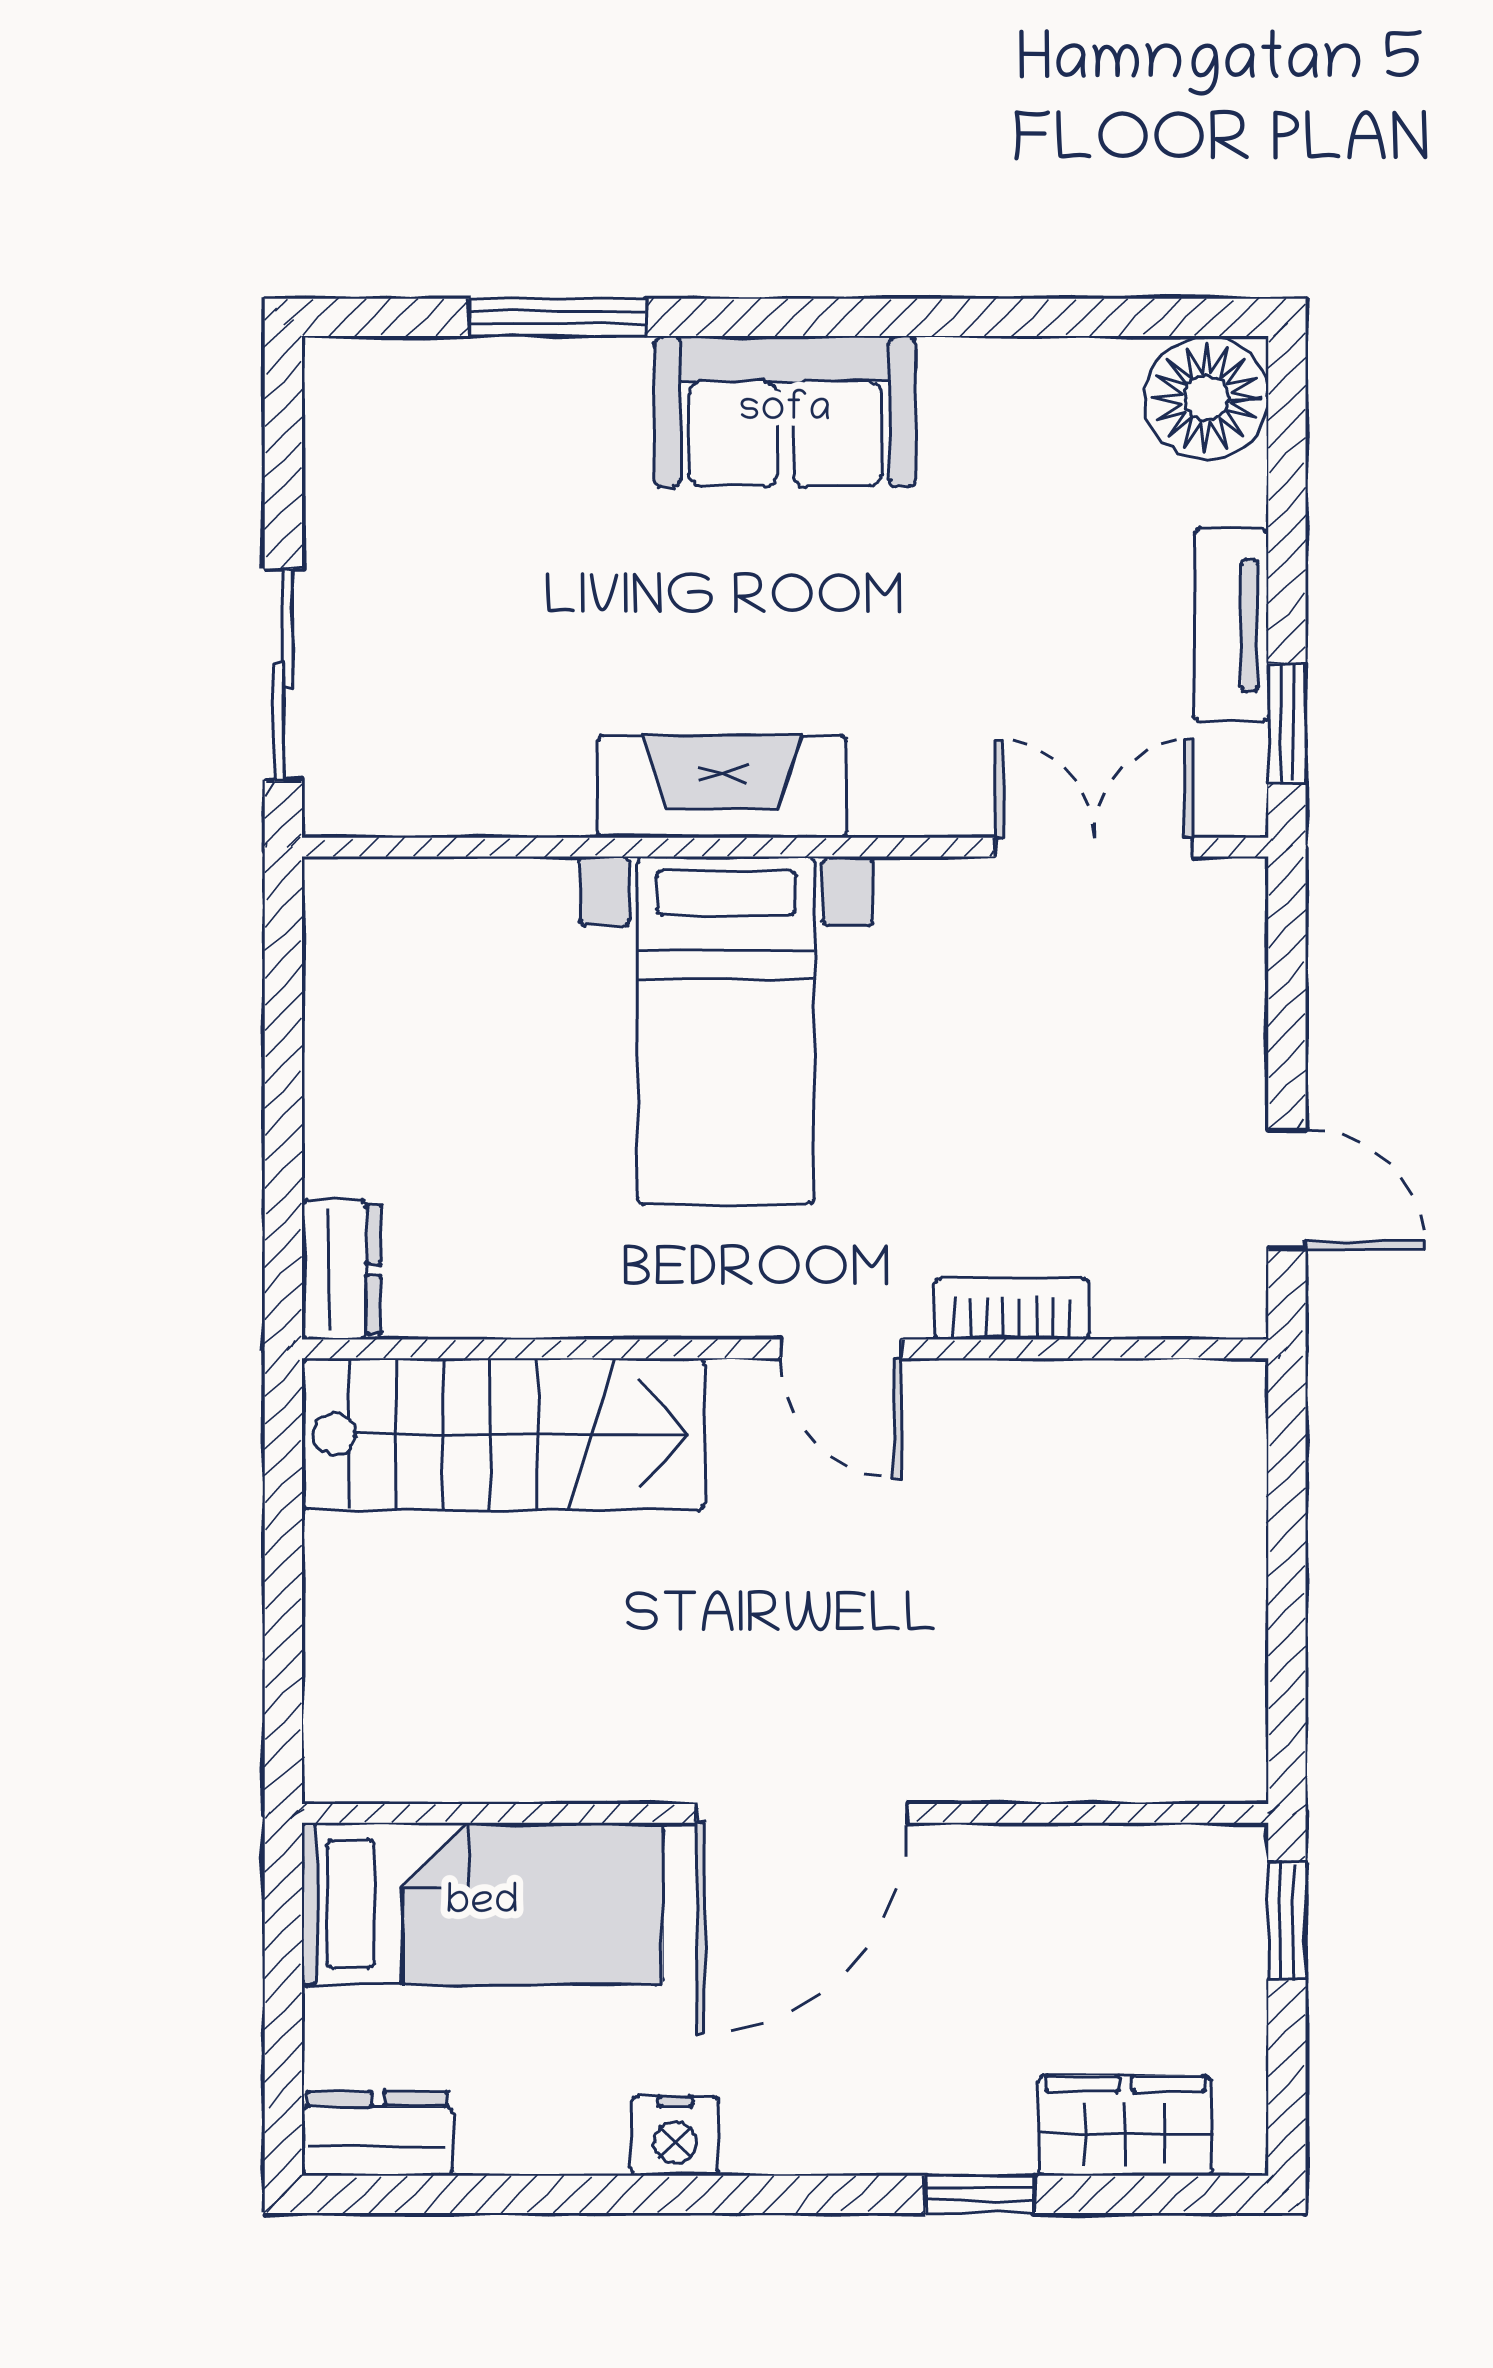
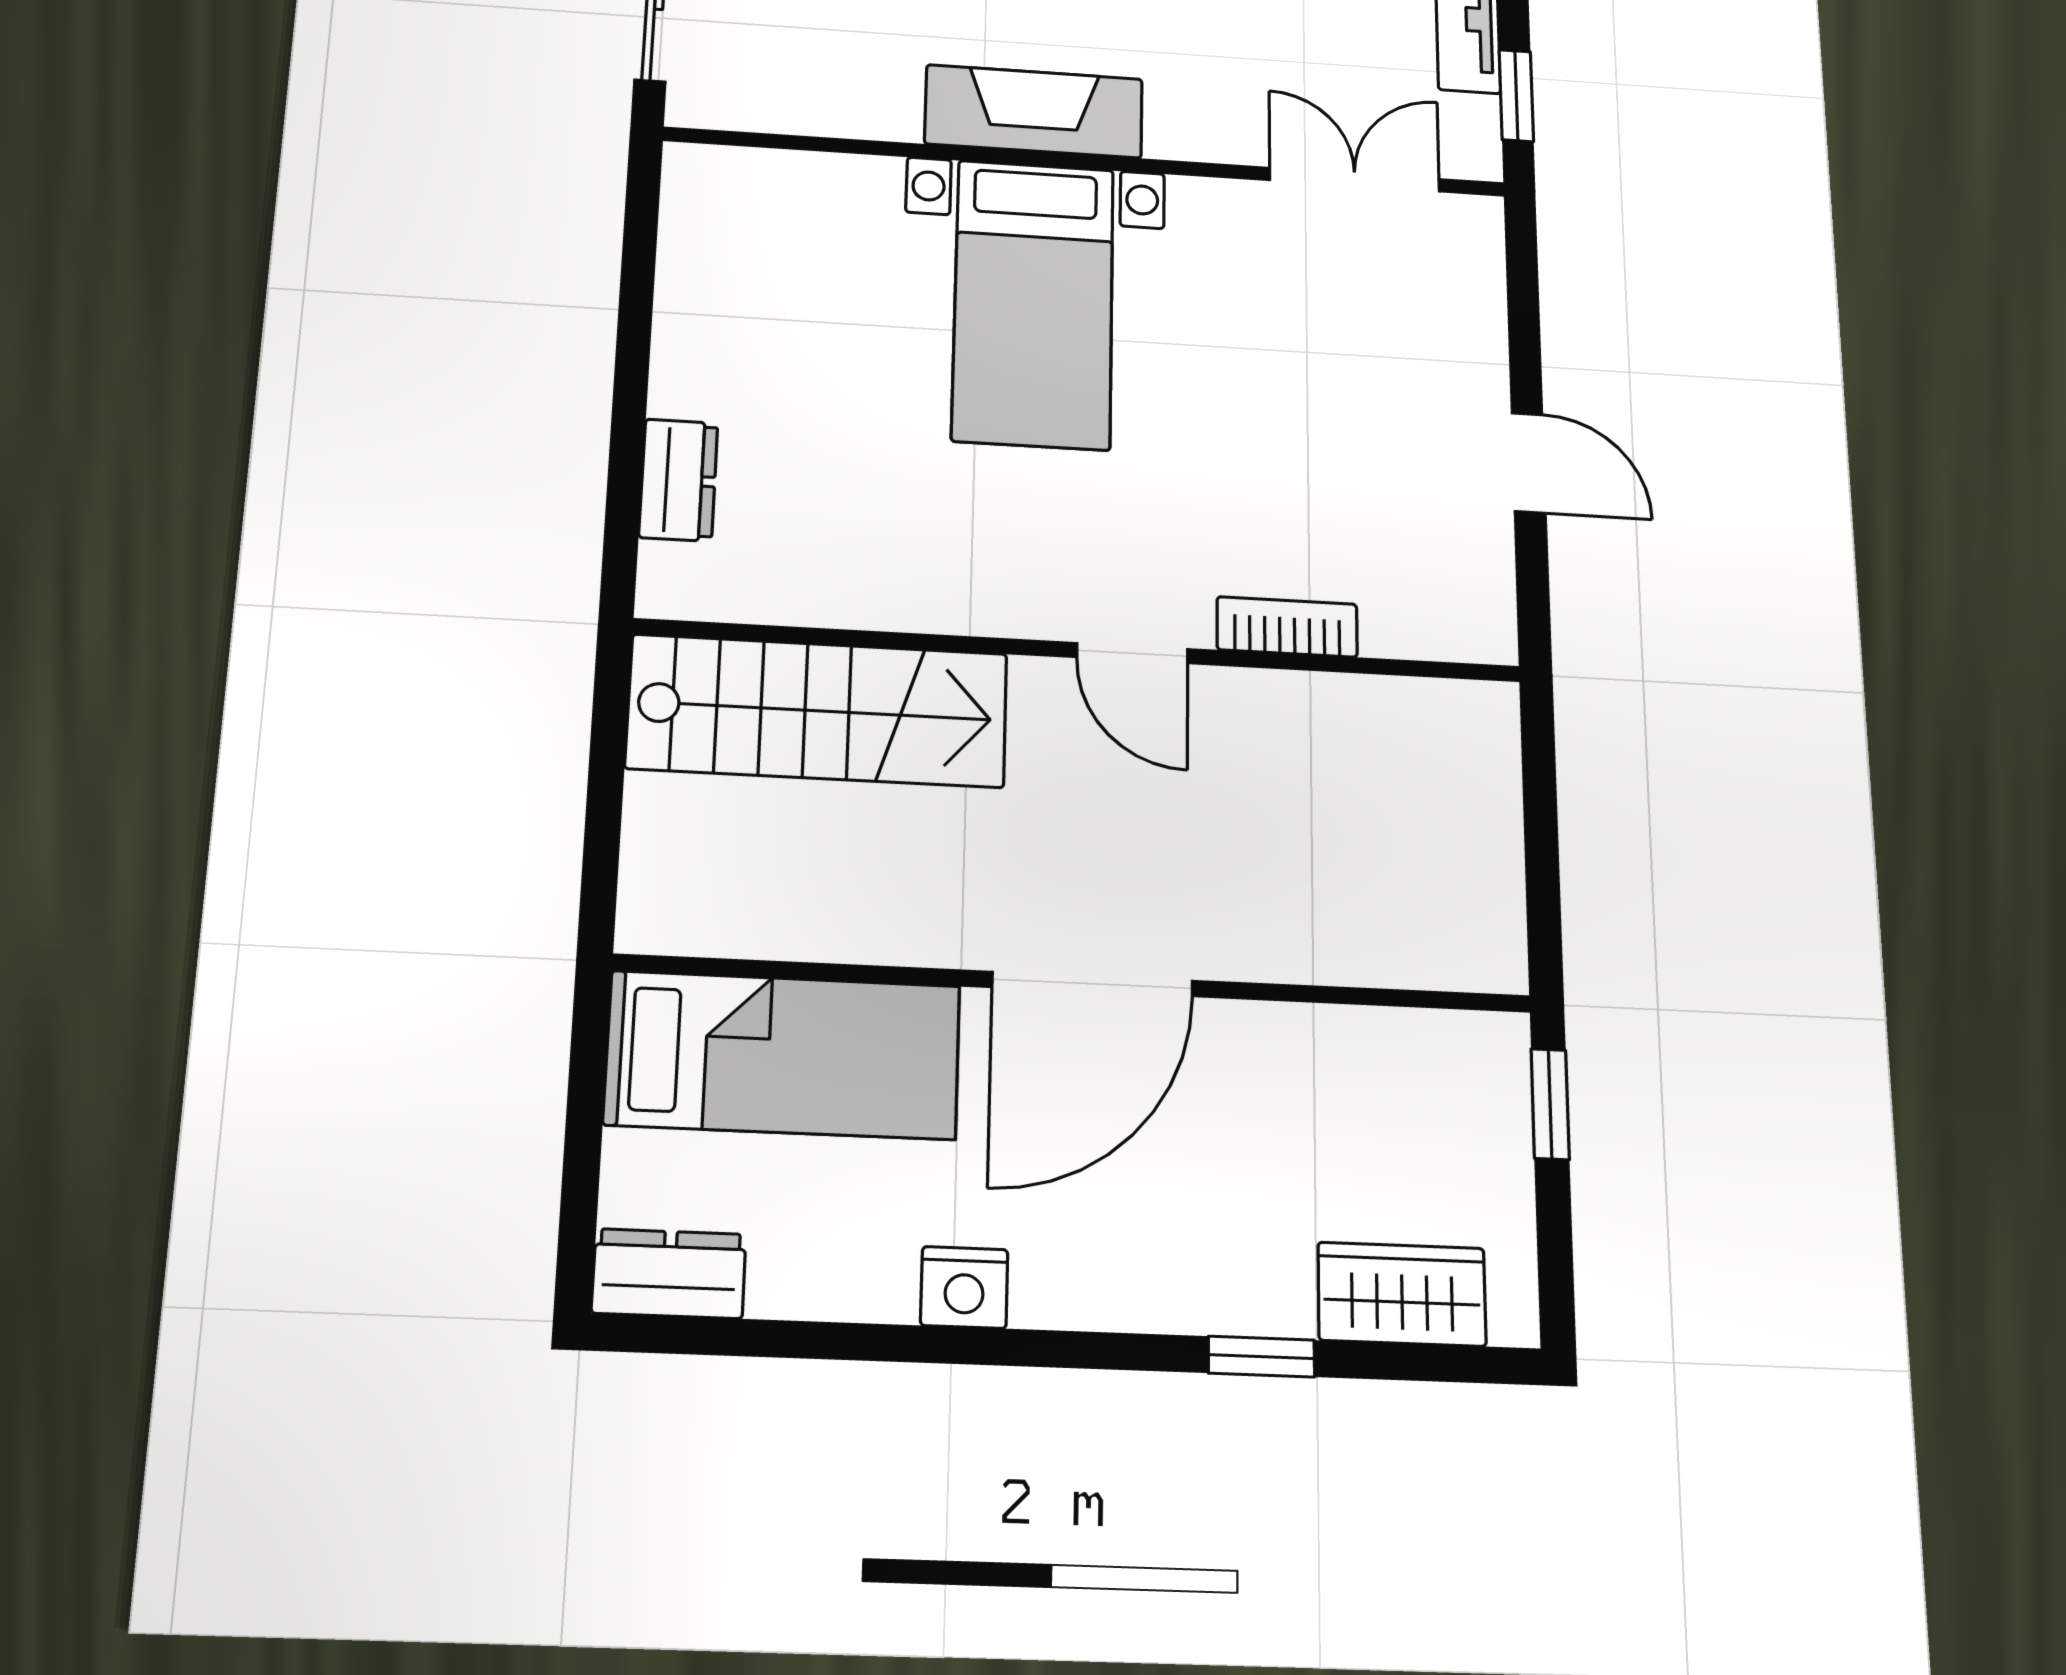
bookcase: (1011, 1309) -> (1287, 627), moved
wall: (785, 1349) -> (1081, 650), moved
door: (841, 1349) -> (1132, 653), moved
stairs: (503, 1434) -> (818, 711), moved

